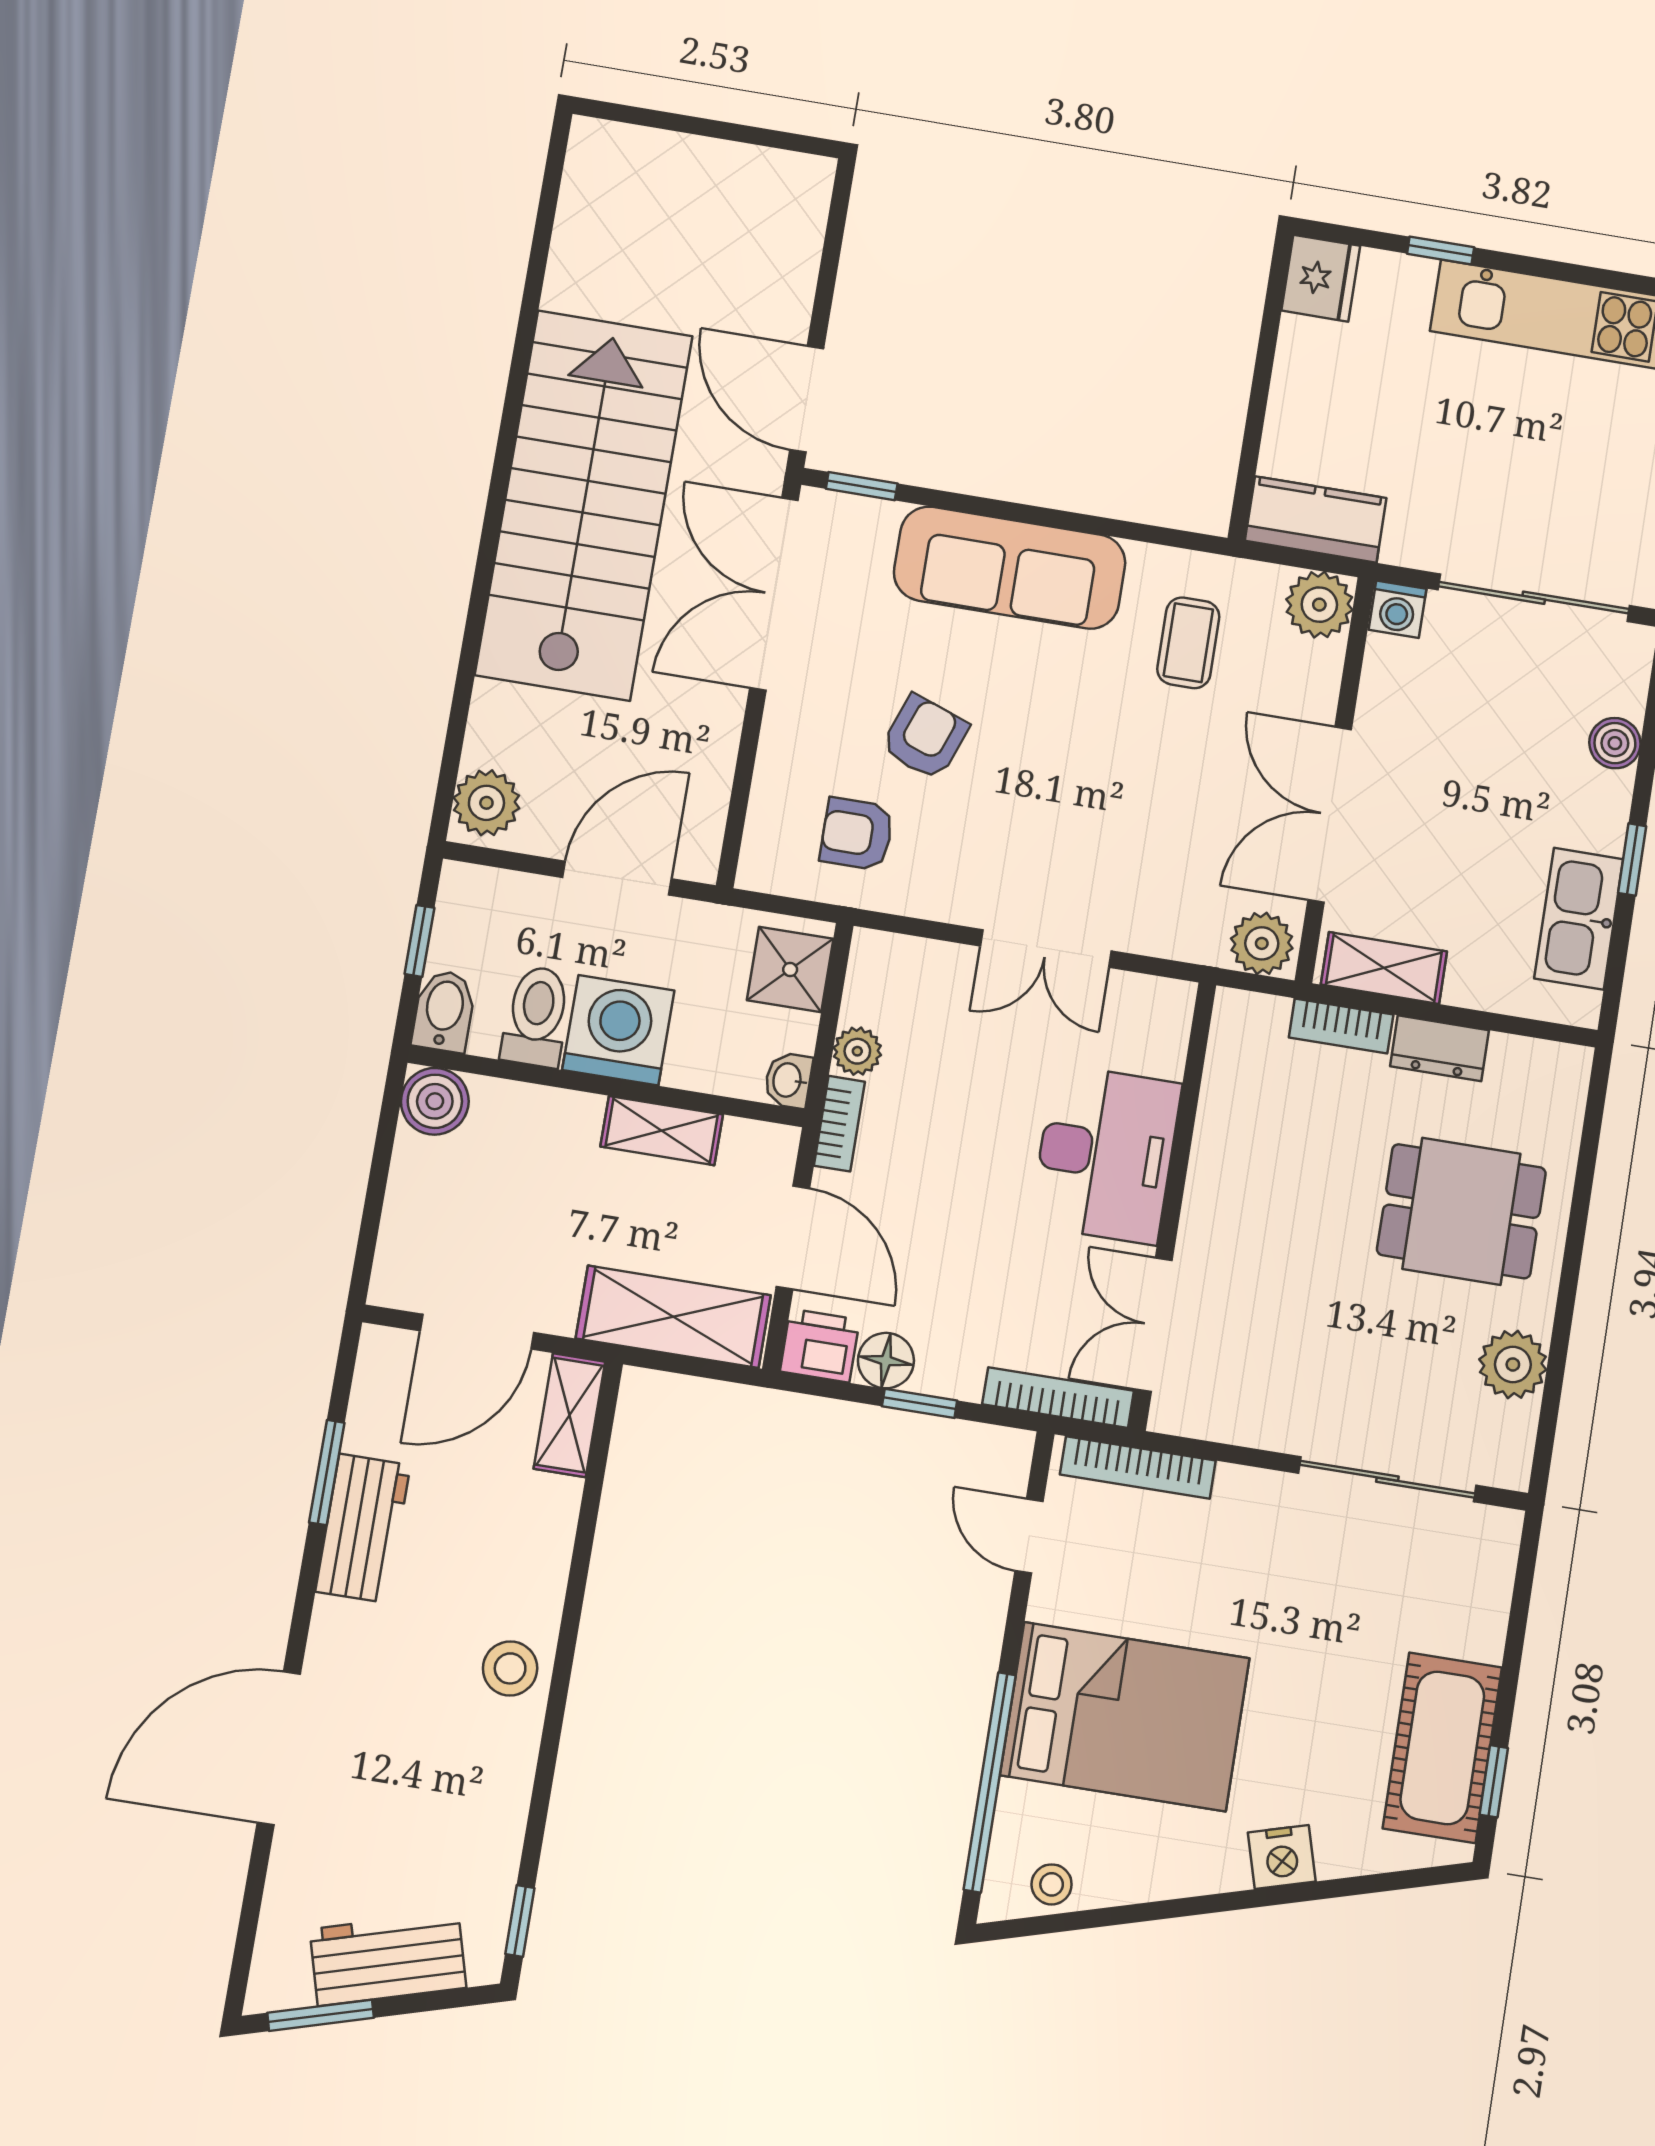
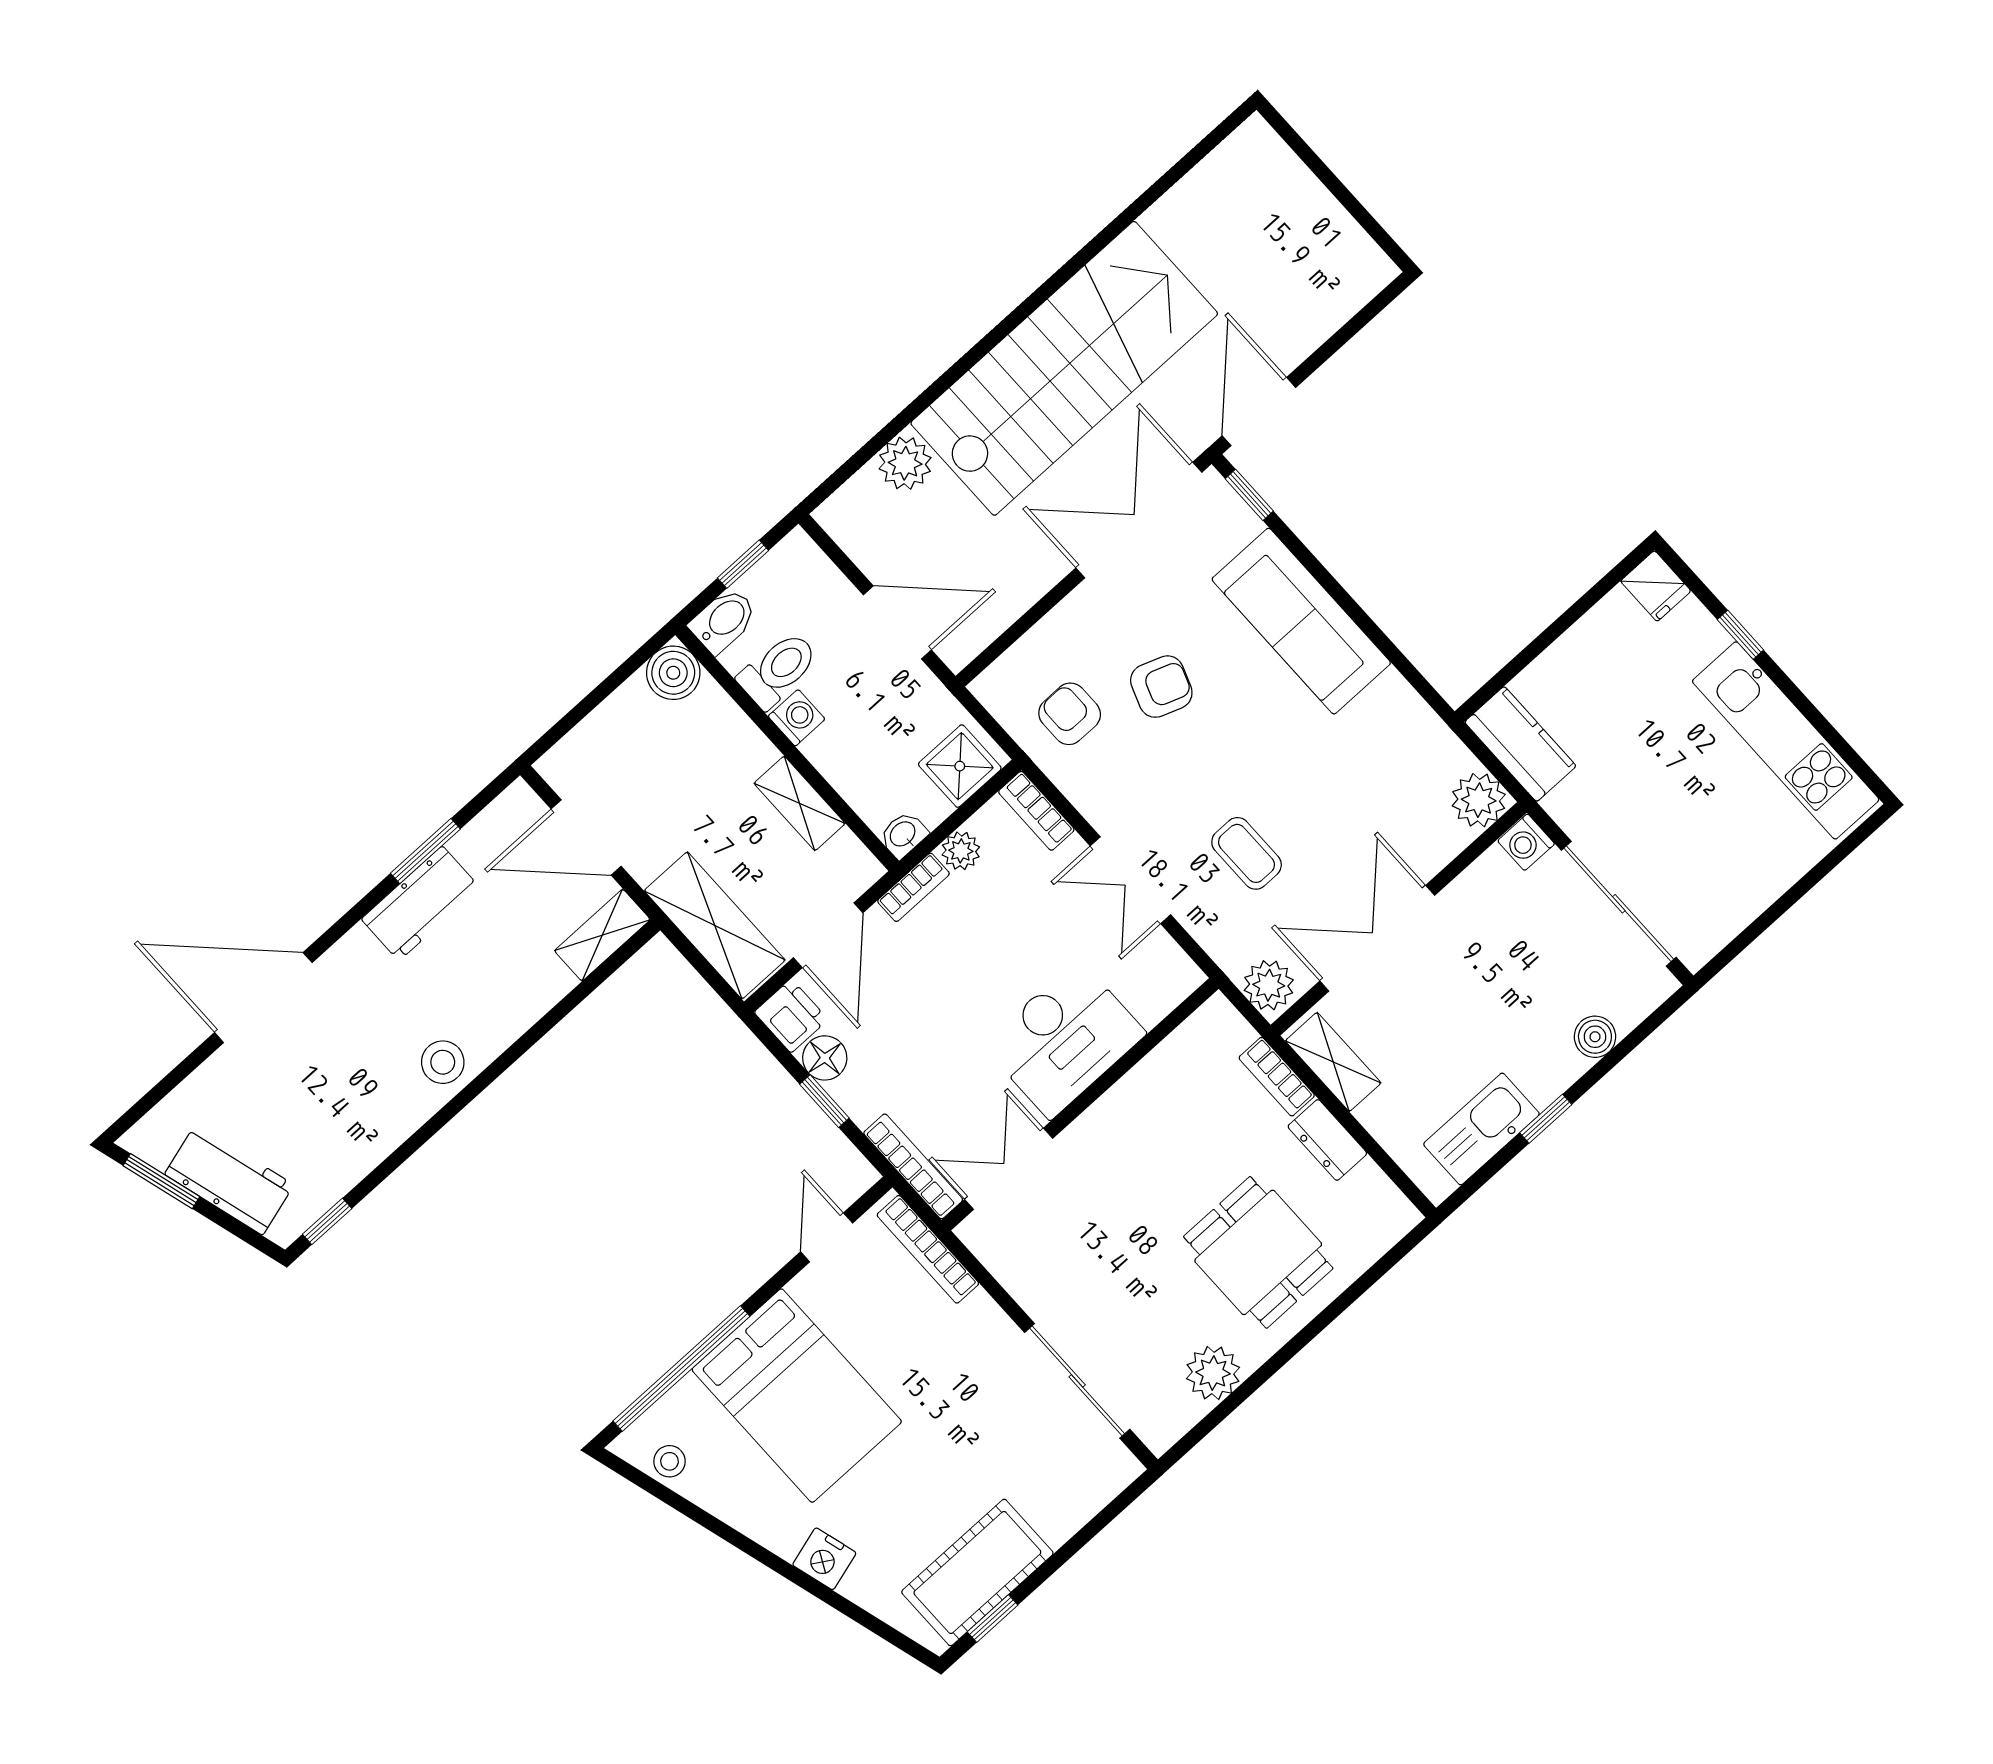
fridge: (1321, 278) -> (1656, 586), width x0.72
coffee table: (1188, 643) -> (1247, 853), moved, turned 90
plant: (486, 803) -> (905, 463), moved
bookcase: (900, 954) -> (1036, 811), added
washing machine: (618, 1030) -> (797, 718), width x0.53, depth x0.53

